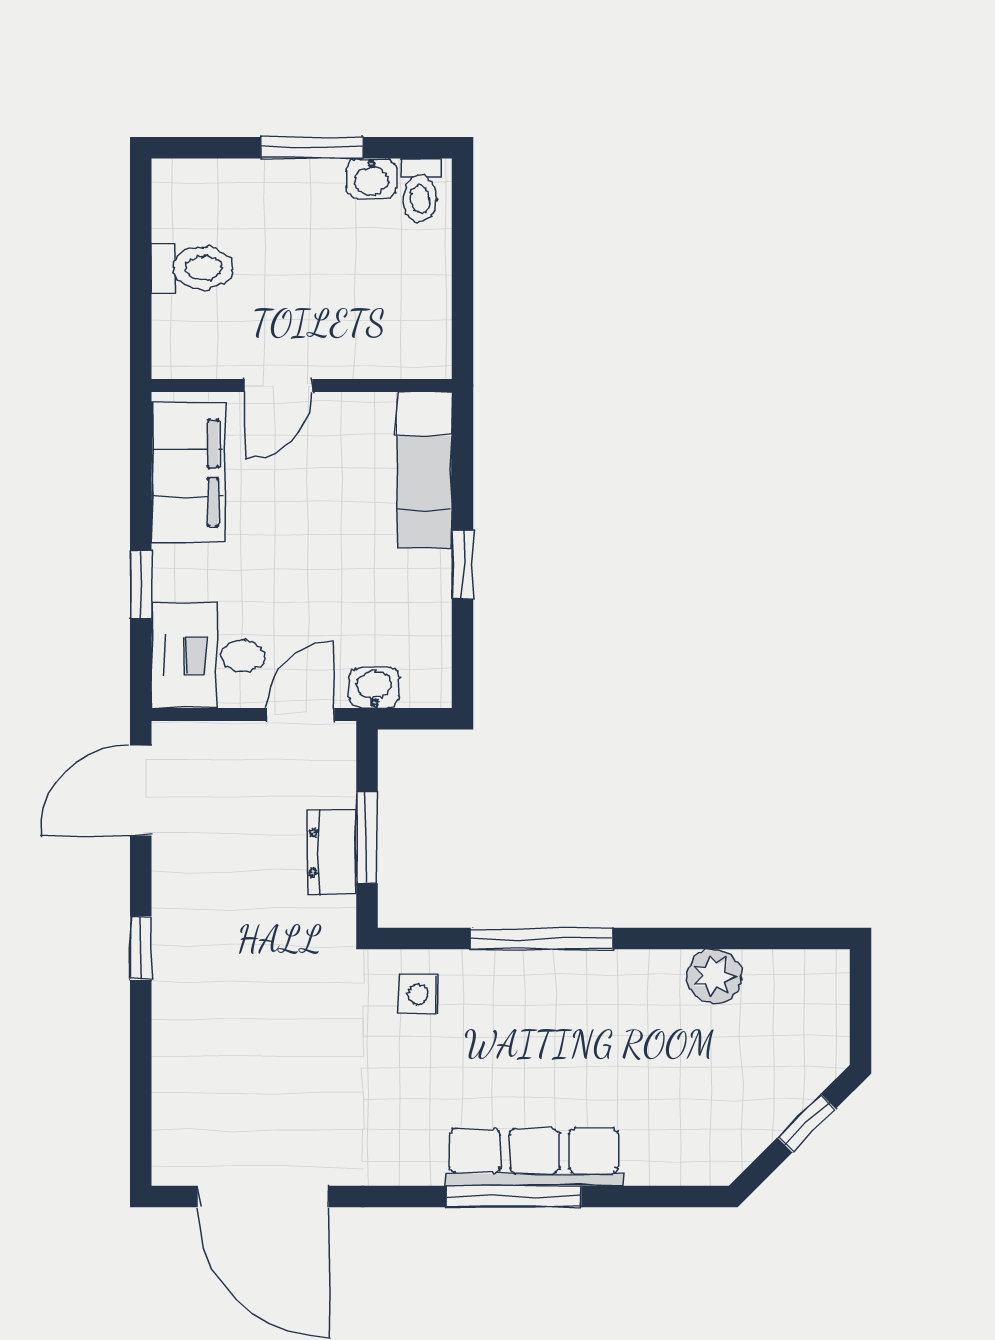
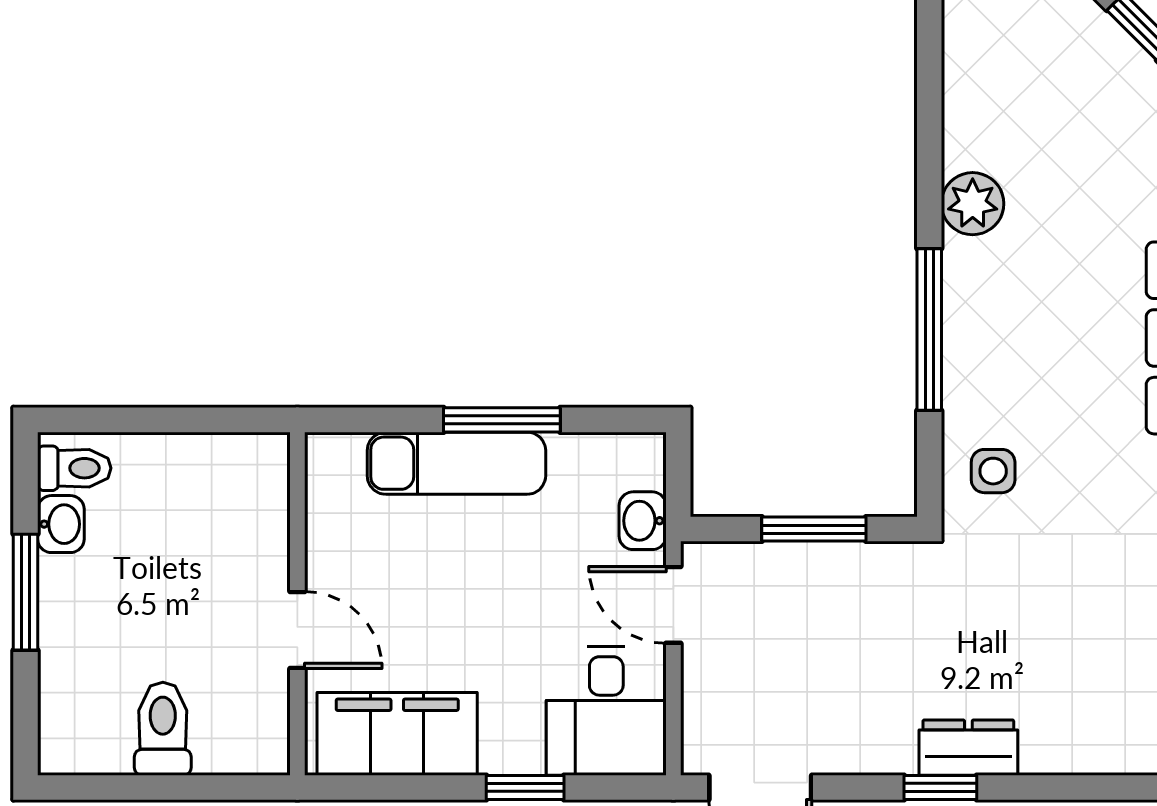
exam couch: (425, 470) -> (456, 463), moved
window: (462, 565) -> (502, 420), width x1.50
dresser: (332, 852) -> (968, 748), moved, turned 180
plant: (714, 976) -> (973, 204), moved

